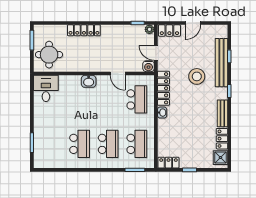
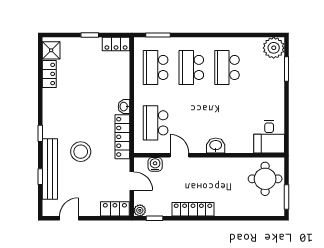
door: (193, 23) -> (69, 218), moved
locker: (84, 30) -> (193, 209), moved
water cooler: (149, 66) -> (155, 164), moved
bench: (222, 113) -> (49, 106), removed
plant: (42, 160) -> (274, 48), added

